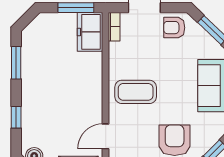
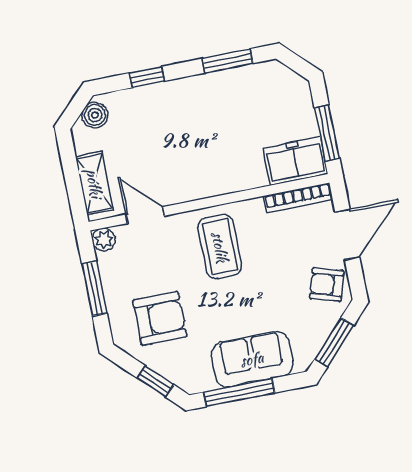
bookcase: (114, 27) -> (298, 198), width x1.56
armchair: (174, 28) -> (327, 285), turned -73

